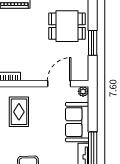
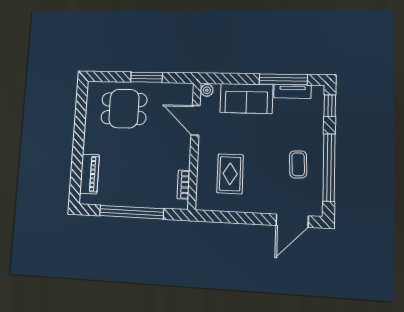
dining table: (67, 26) -> (124, 109), turned 90
rug: (19, 112) -> (230, 174), turned 90

